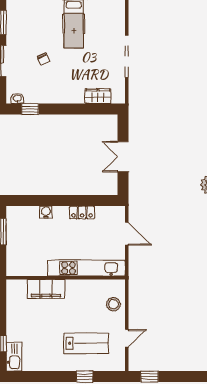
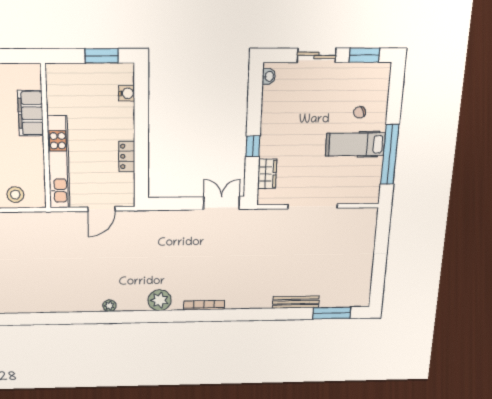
chair: (44, 59) -> (360, 112), moved
window: (30, 109) -> (253, 146), moved
double door: (123, 157) -> (221, 203), moved
water cooler: (46, 212) -> (127, 93), moved

